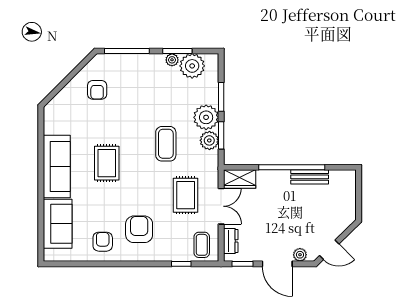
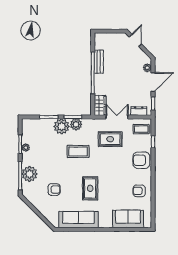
plant: (192, 66) -> (29, 174), moved
armchair: (97, 90) -> (54, 190), moved
rug: (107, 163) -> (90, 188), turned 90
sofa: (57, 167) -> (78, 220), moved
armchair: (139, 229) -> (141, 160), moved
door: (329, 250) -> (135, 40), moved

